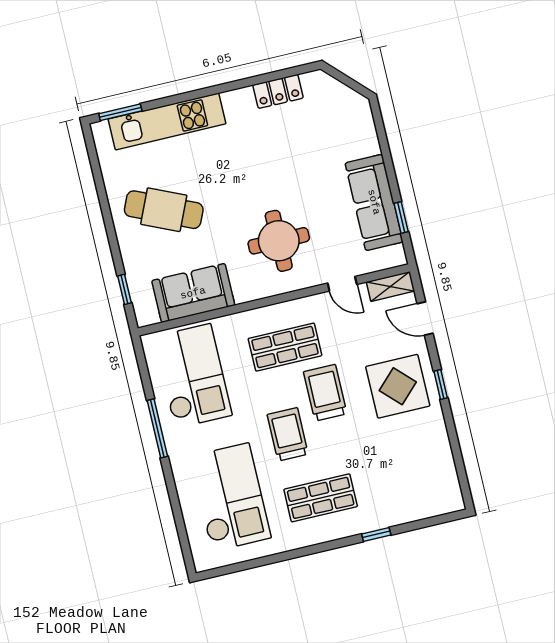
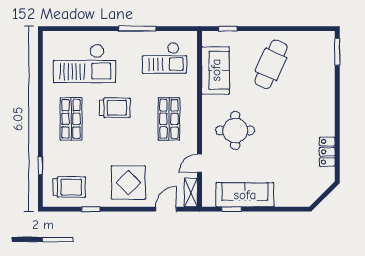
kitchen unit: (167, 121) -> (325, 79), removed
checkout: (193, 376) -> (164, 58), width x0.73, depth x0.83
window: (441, 384) -> (91, 209), moved
trolley: (325, 393) -> (69, 187), moved
window: (376, 534) -> (40, 165), moved

